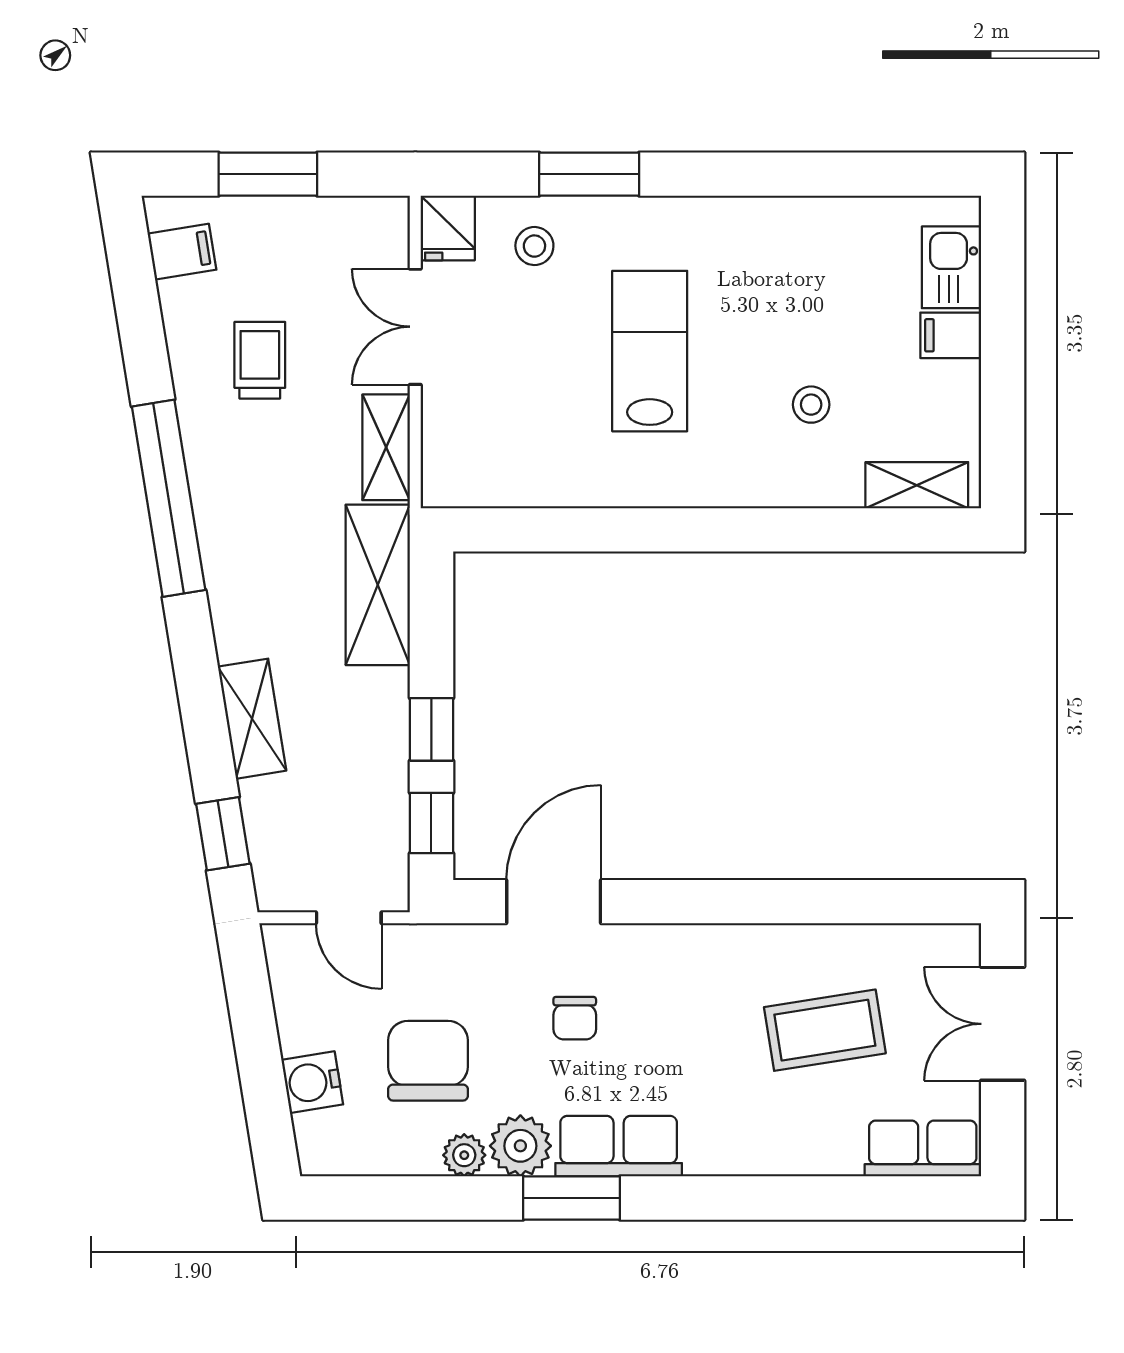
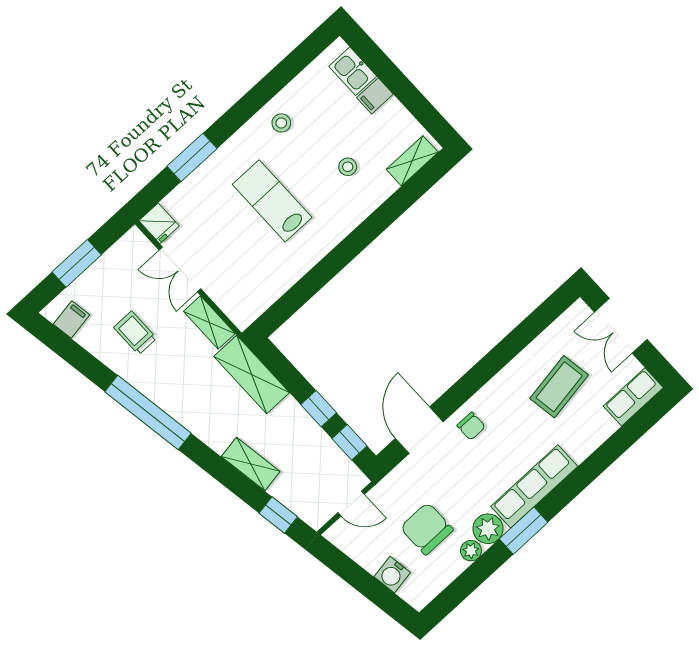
stool: (534, 246) -> (281, 123), moved
chair: (575, 1018) -> (471, 426), moved
row of seats: (619, 1146) -> (534, 486), width x1.48

